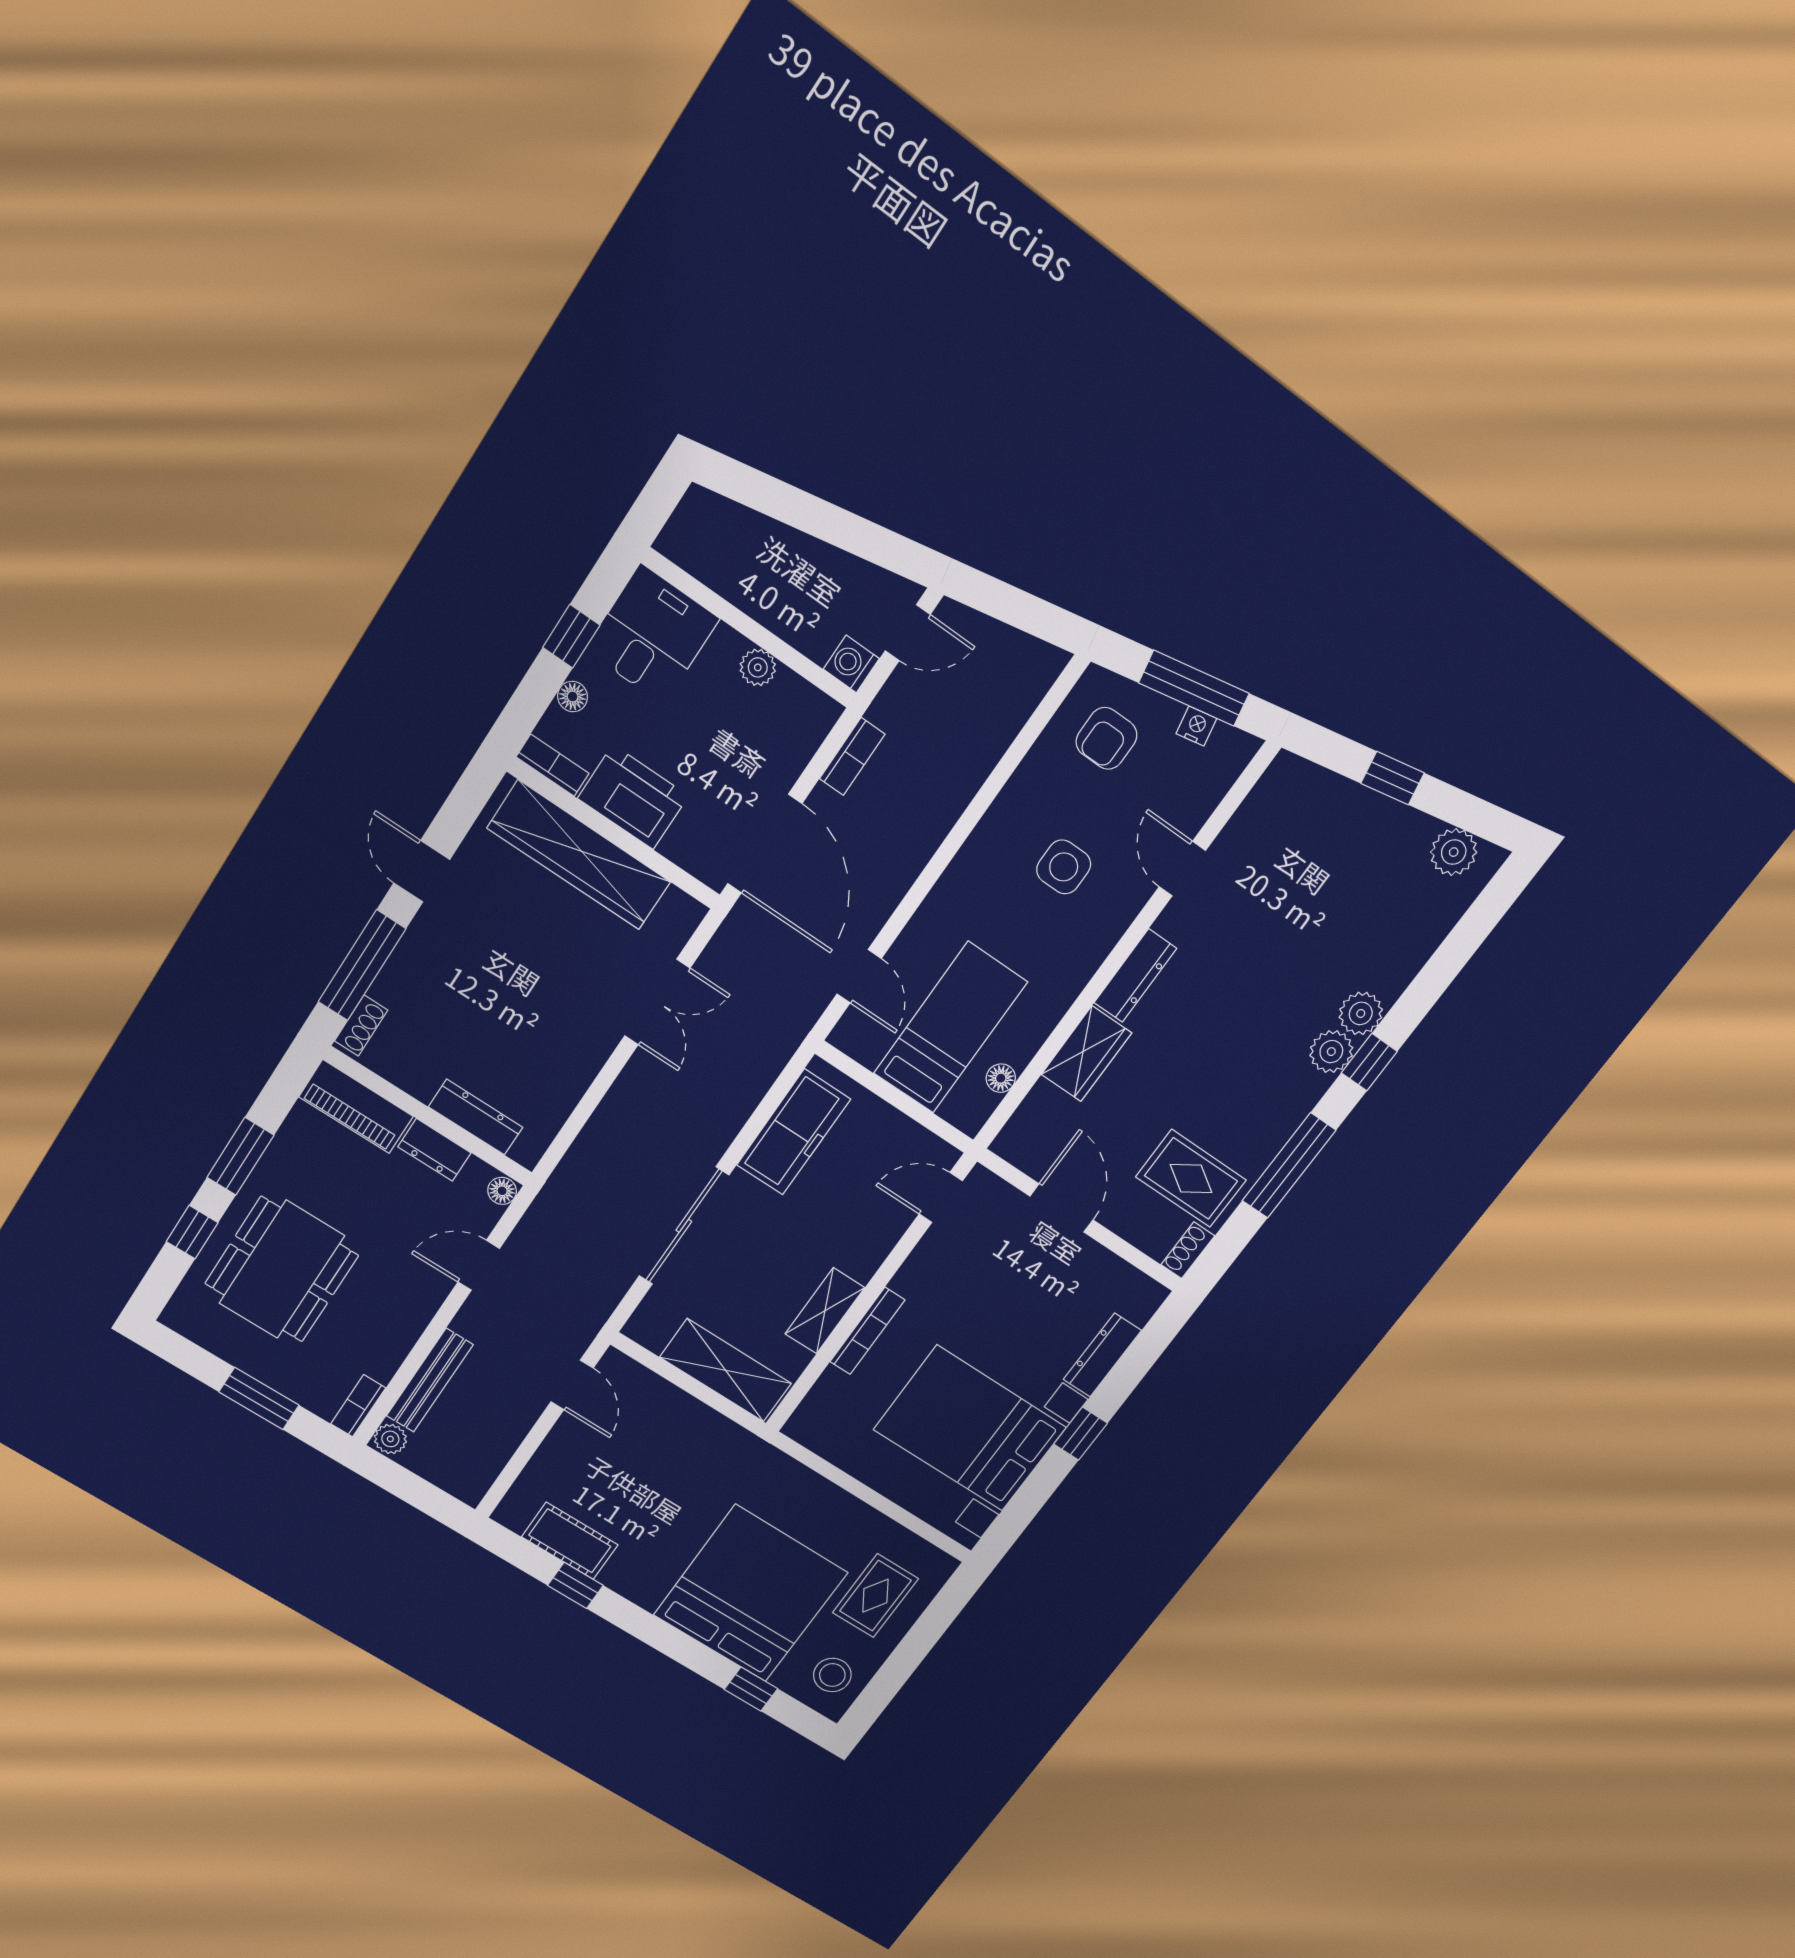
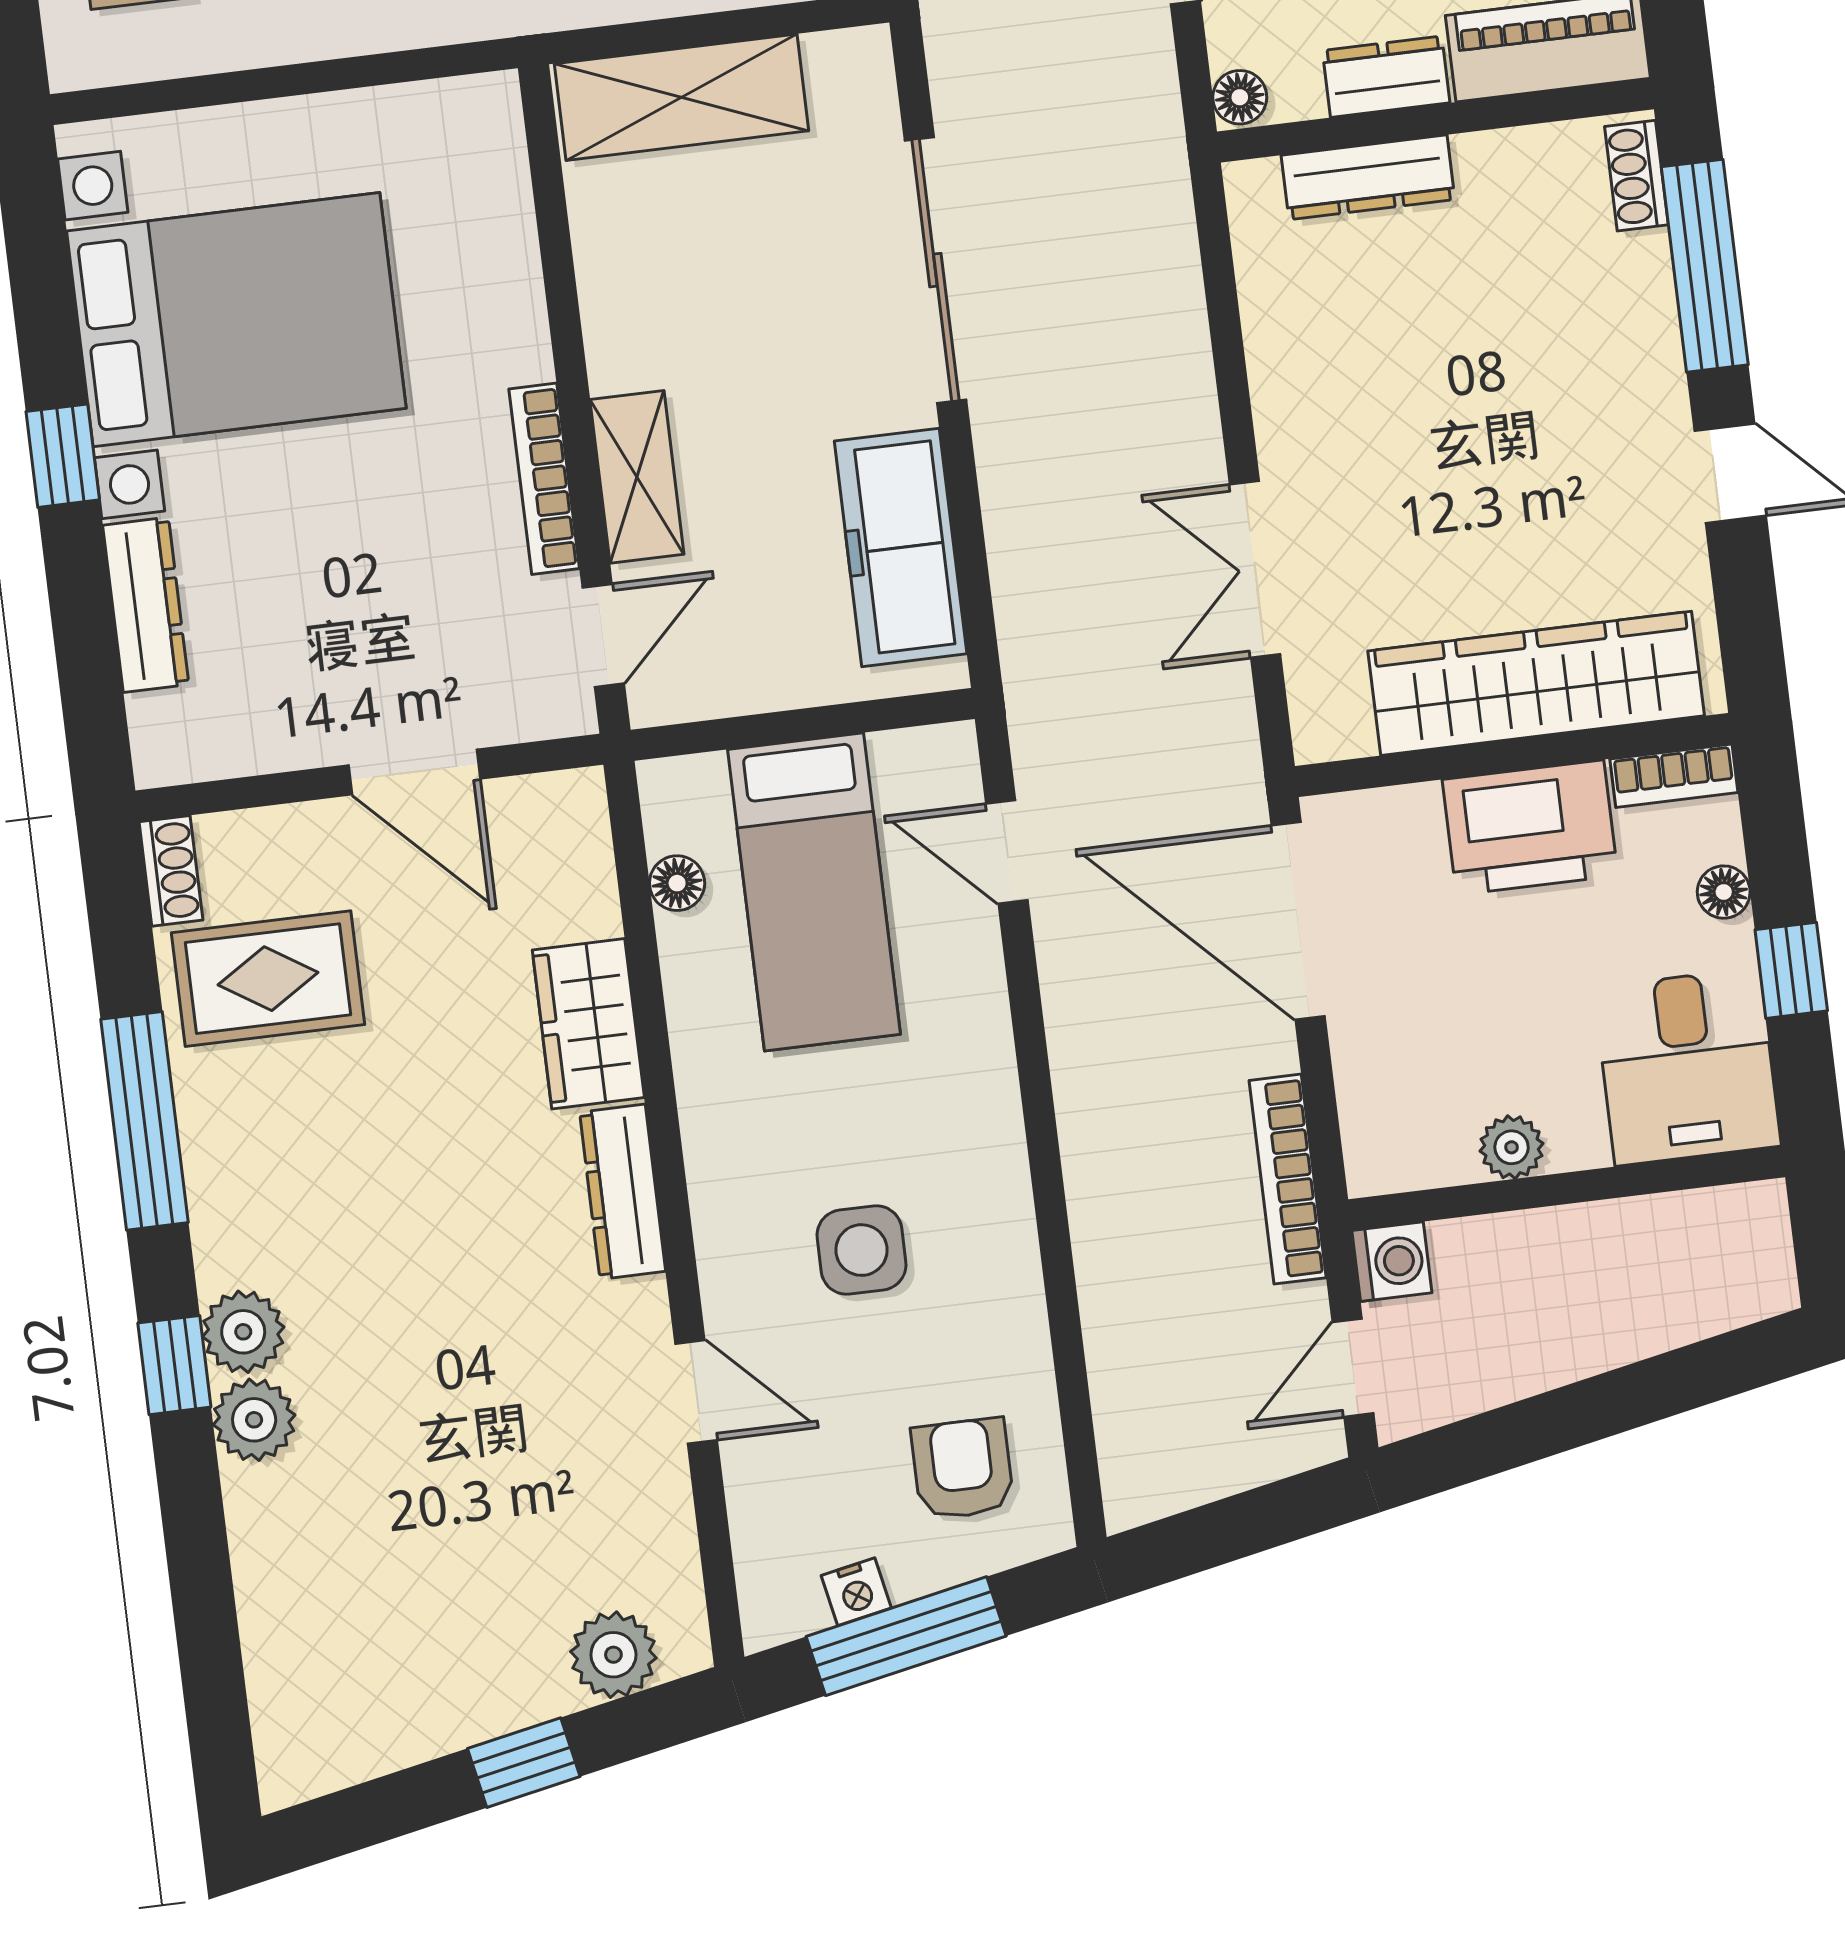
bookcase: (852, 756) -> (1288, 1179), width x1.56
plant: (1454, 852) -> (613, 1655), moved
shelving: (825, 1311) -> (637, 477), moved
bookcase: (867, 1331) -> (544, 479), moved

